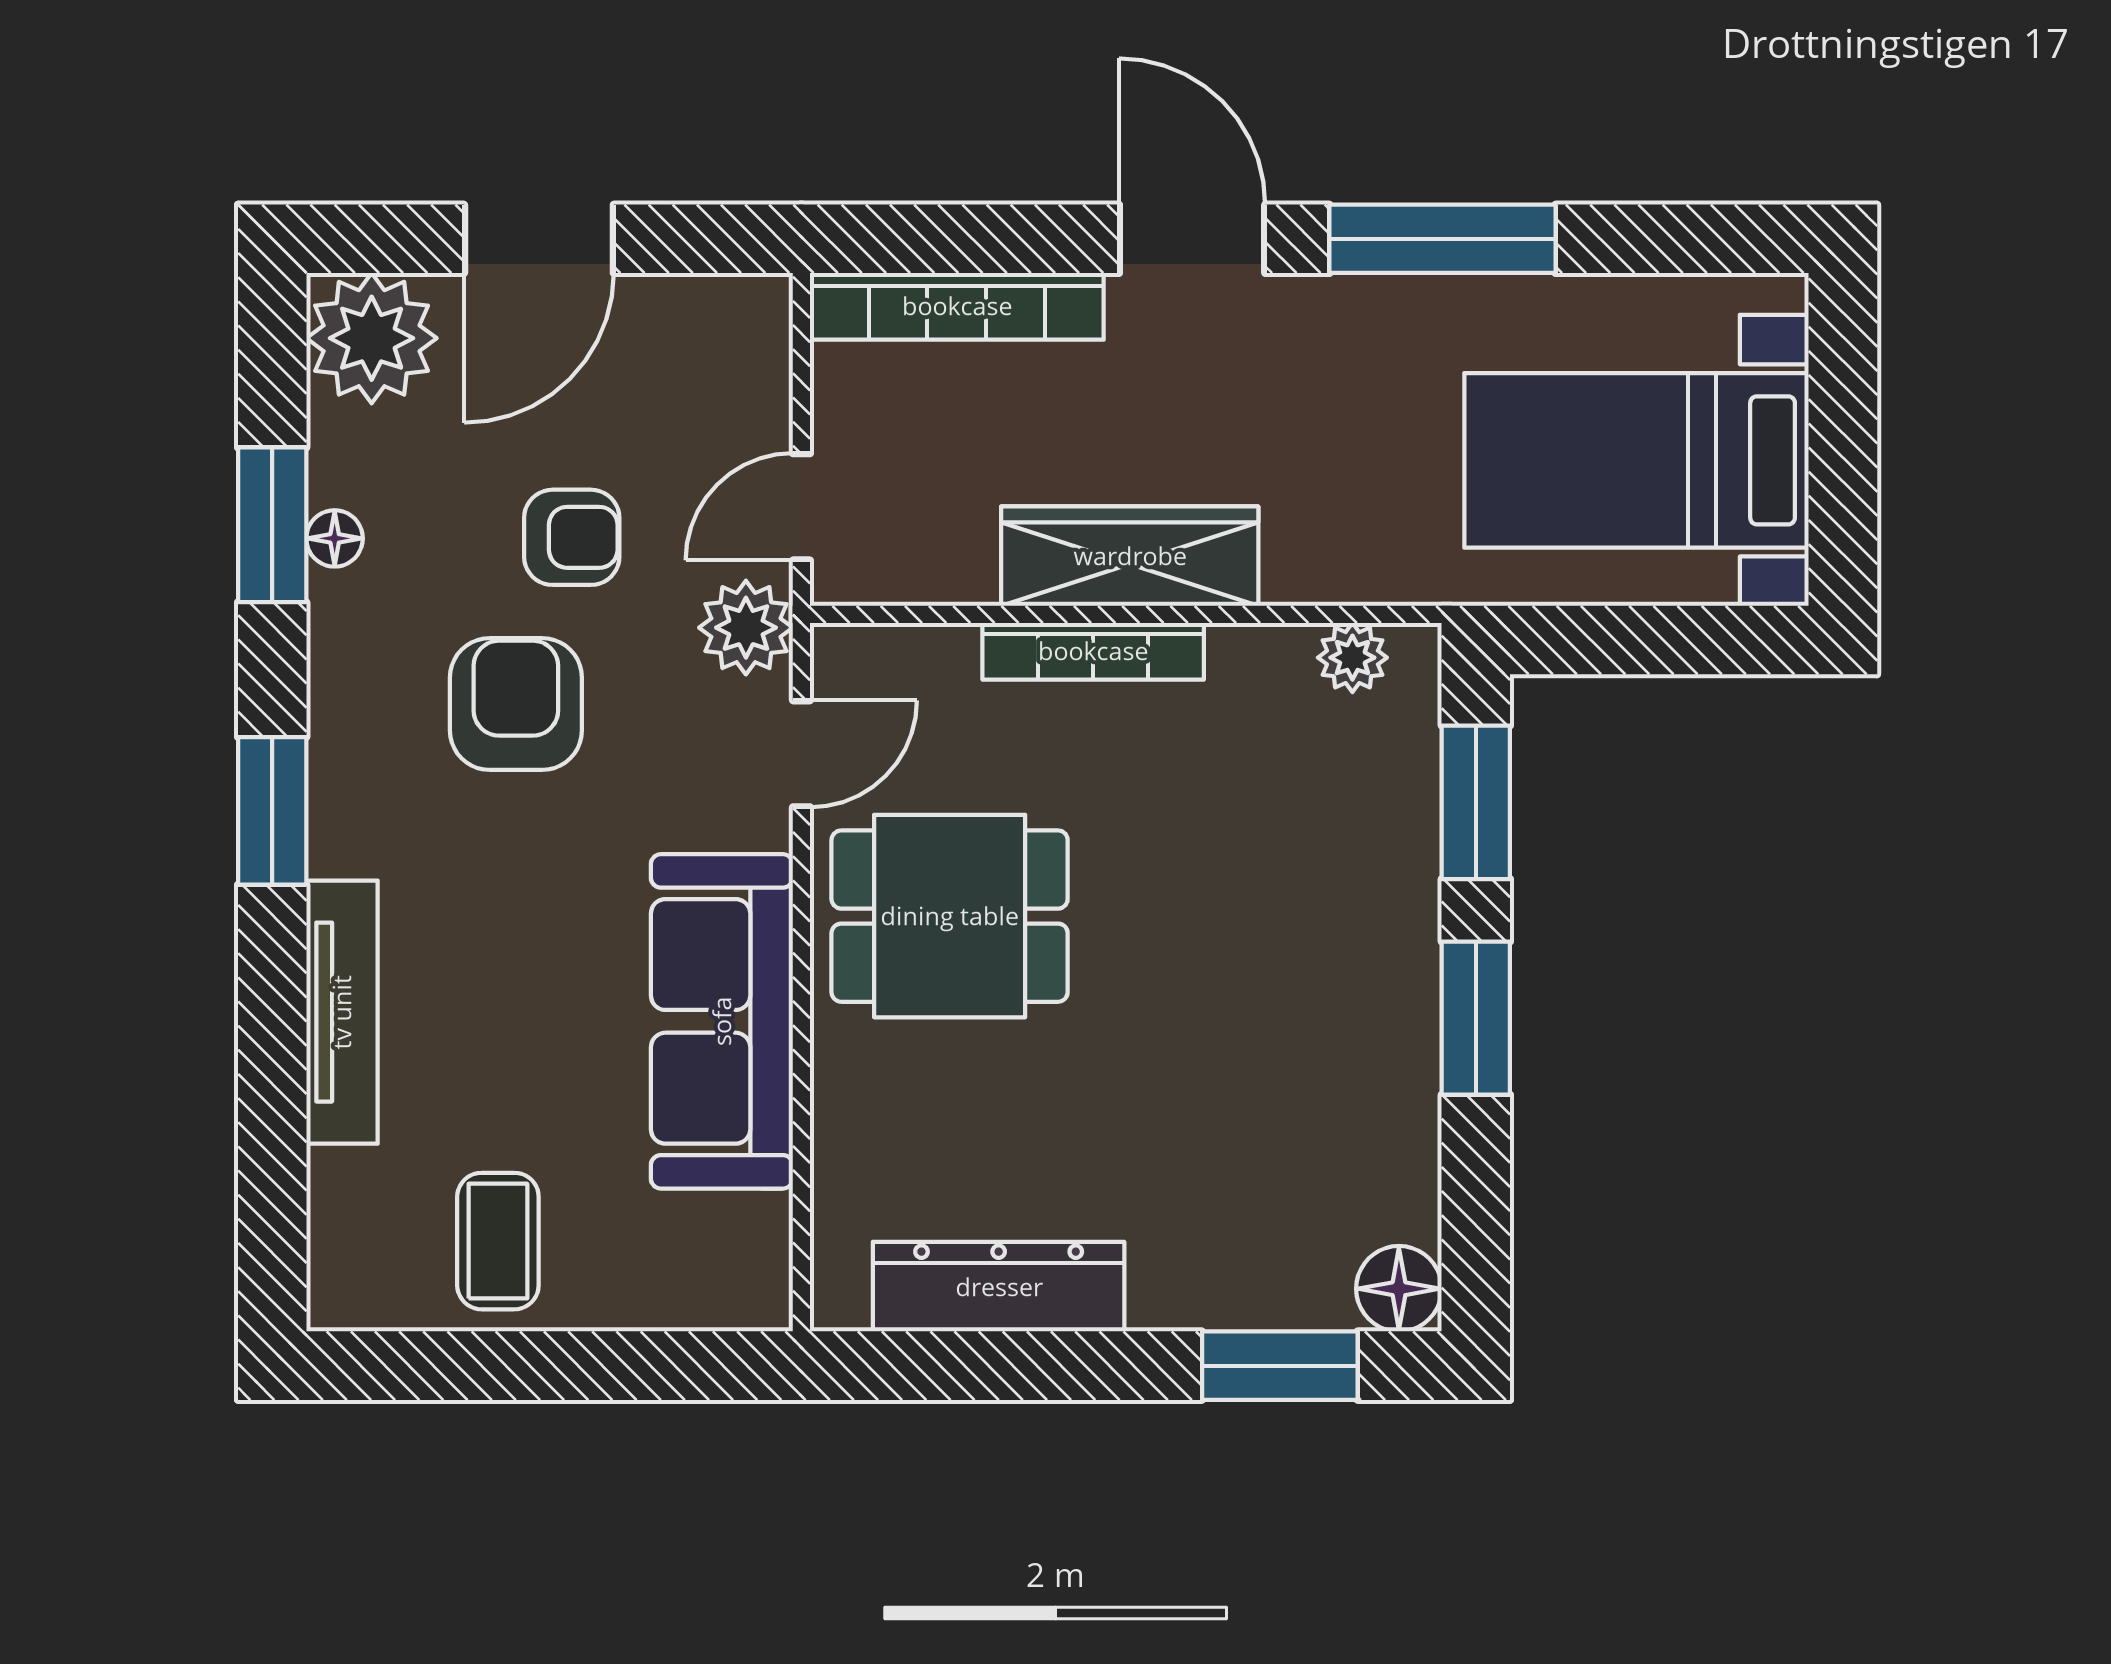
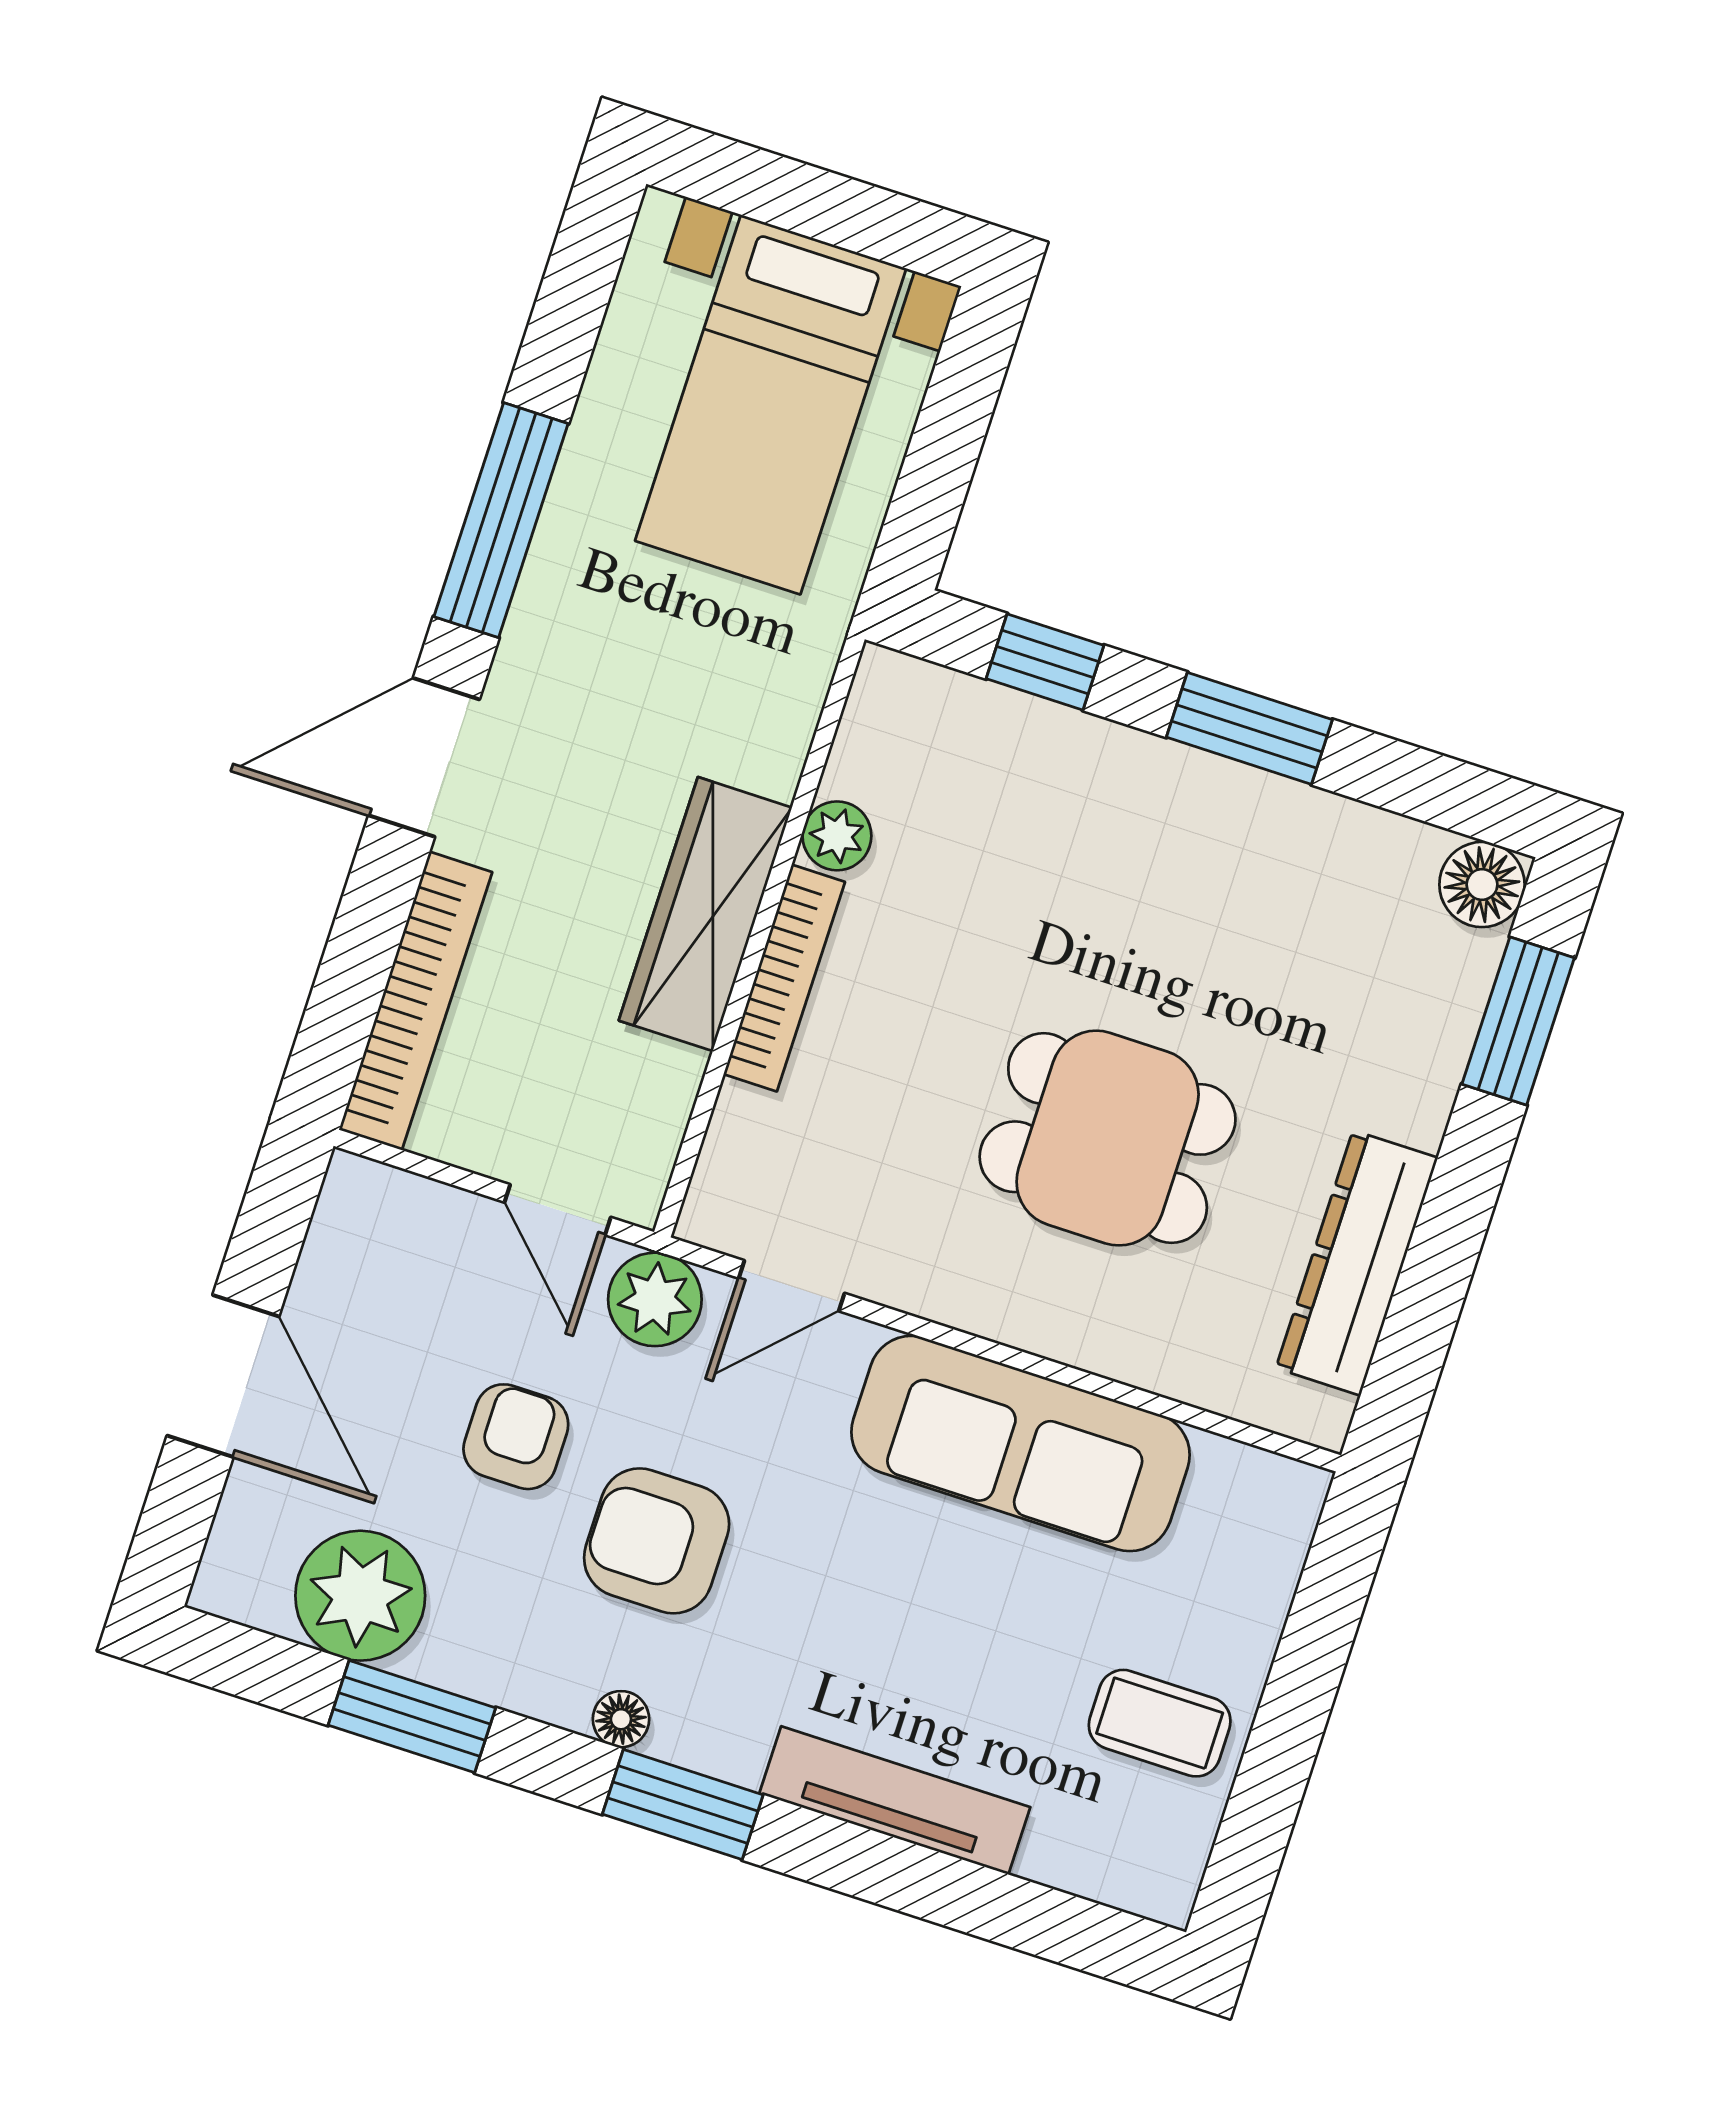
plant: (372, 338) -> (360, 1596), moved
floor lamp: (335, 538) -> (621, 1719), moved
plant: (1352, 658) -> (837, 836), moved
door: (801, 754) -> (792, 1286), swing flipped
window: (1476, 802) -> (1045, 662), width x0.67
dining table: (950, 916) -> (1108, 1138), moved, turned 90

